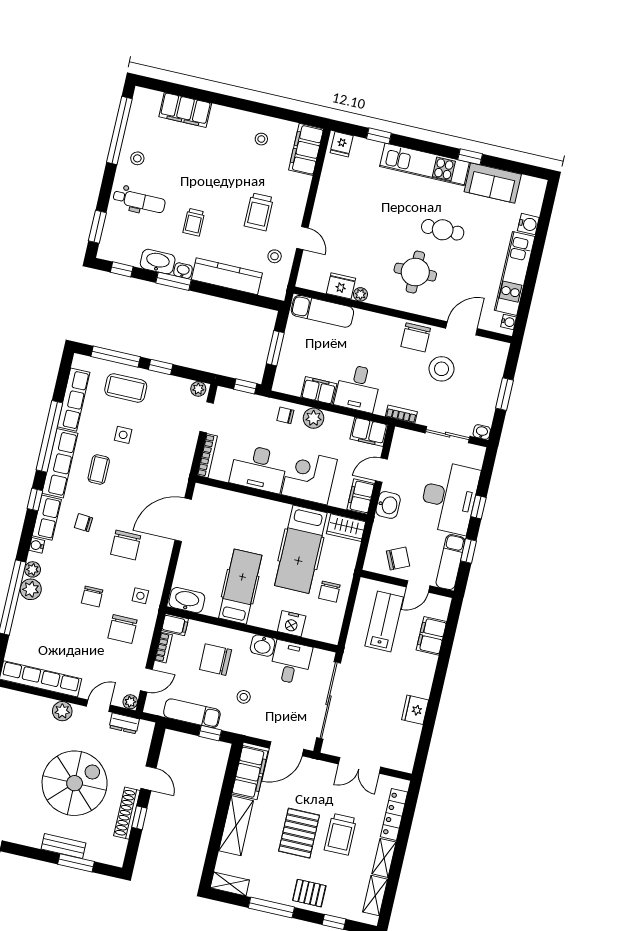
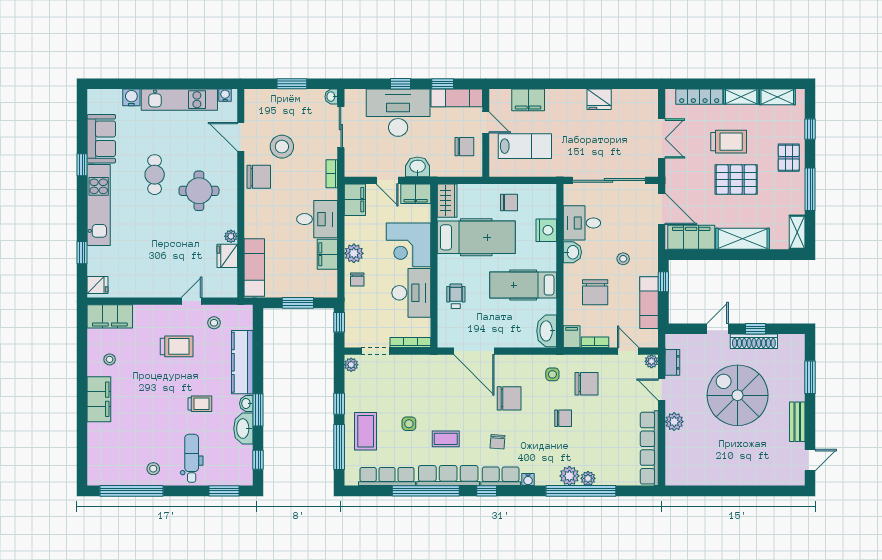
filing cabinet: (185, 110) -> (99, 399), moved
wheelchair: (245, 514) -> (456, 296), added
chair: (398, 559) -> (464, 147), turned 115
plant: (33, 569) -> (588, 478), moved
lab bench: (384, 622) -> (525, 146), turned 180
bench: (63, 846) -> (797, 422), moved

